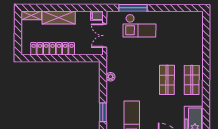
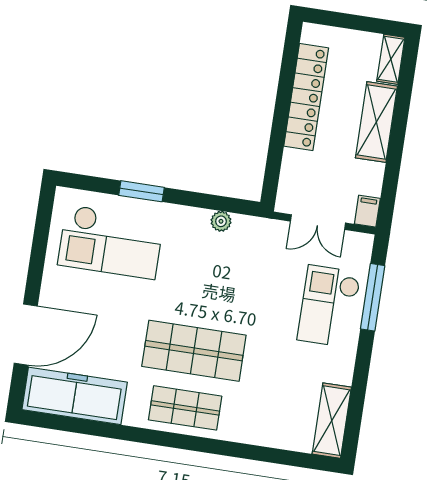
shelving: (188, 17) -> (332, 421), added
double door: (105, 36) -> (318, 222), swing flipped
shop shelf: (167, 80) -> (194, 351), width x1.43, depth x1.36

